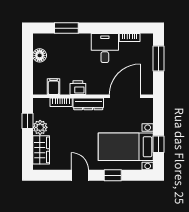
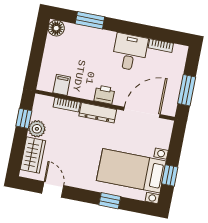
floor lamp: (40, 55) -> (56, 28), moved
window: (159, 58) -> (187, 90), moved
printer: (78, 88) -> (104, 95), moved
door: (80, 175) -> (53, 189), moved

